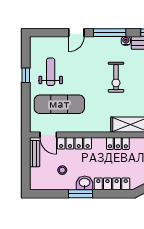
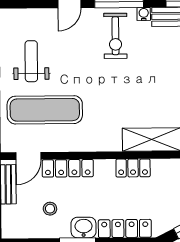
exercise bike: (116, 77) -> (115, 36), moved
door: (48, 135) -> (28, 156), hinge flipped

